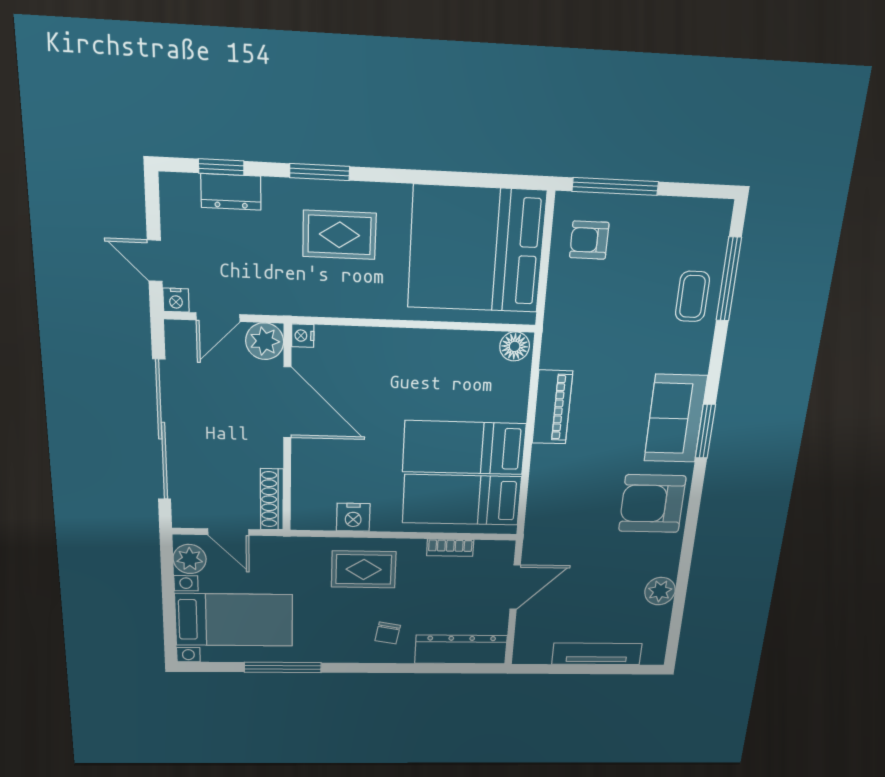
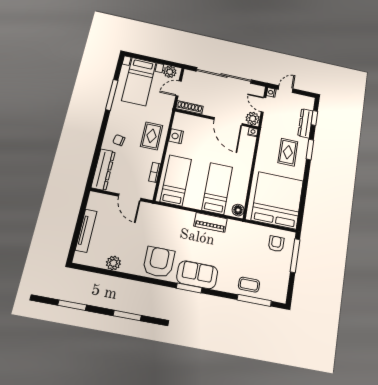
dresser: (231, 192) -> (305, 123), width x1.44
door: (287, 402) -> (228, 121), hinge flipped
bed: (464, 448) -> (217, 188), moved

